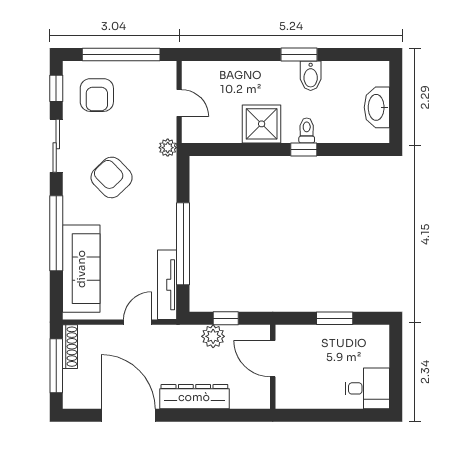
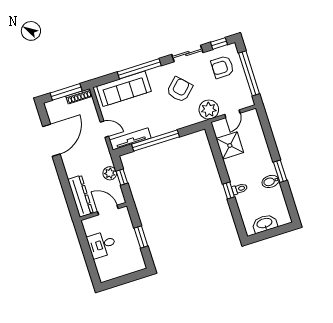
shower: (262, 124) -> (230, 145), moved
plant: (168, 148) -> (209, 110), width x1.88, depth x1.88
door: (273, 359) -> (108, 210), hinge flipped
desk: (367, 388) -> (102, 245), moved, turned 90
dresser: (194, 397) -> (80, 196), moved

